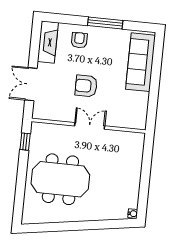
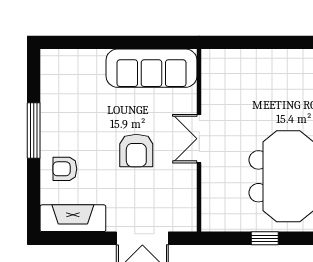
sofa: (141, 62) -> (151, 68), moved
window: (25, 142) -> (265, 238), moved

